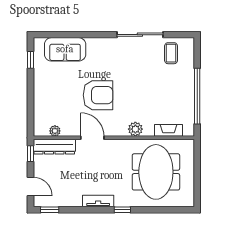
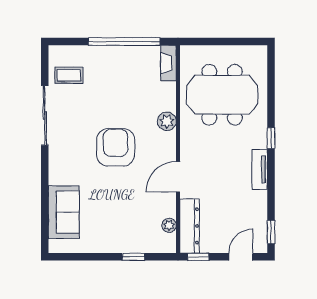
window: (30, 60) -> (133, 257), moved
armchair: (98, 95) -> (116, 147), moved
fireplace: (168, 130) -> (169, 63), moved

